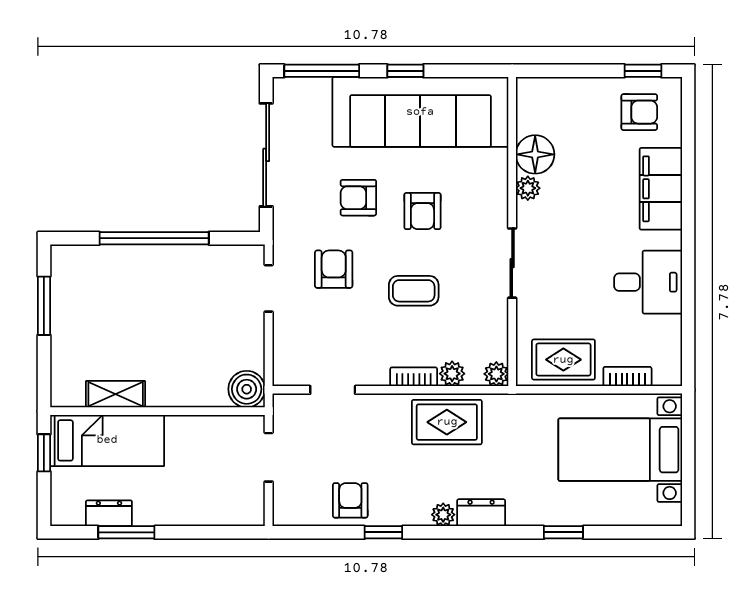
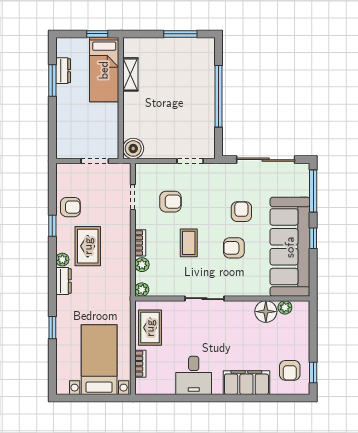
plant: (528, 188) -> (285, 307), moved
armchair: (334, 269) -> (170, 202), moved
rug: (447, 422) -> (88, 246), moved

